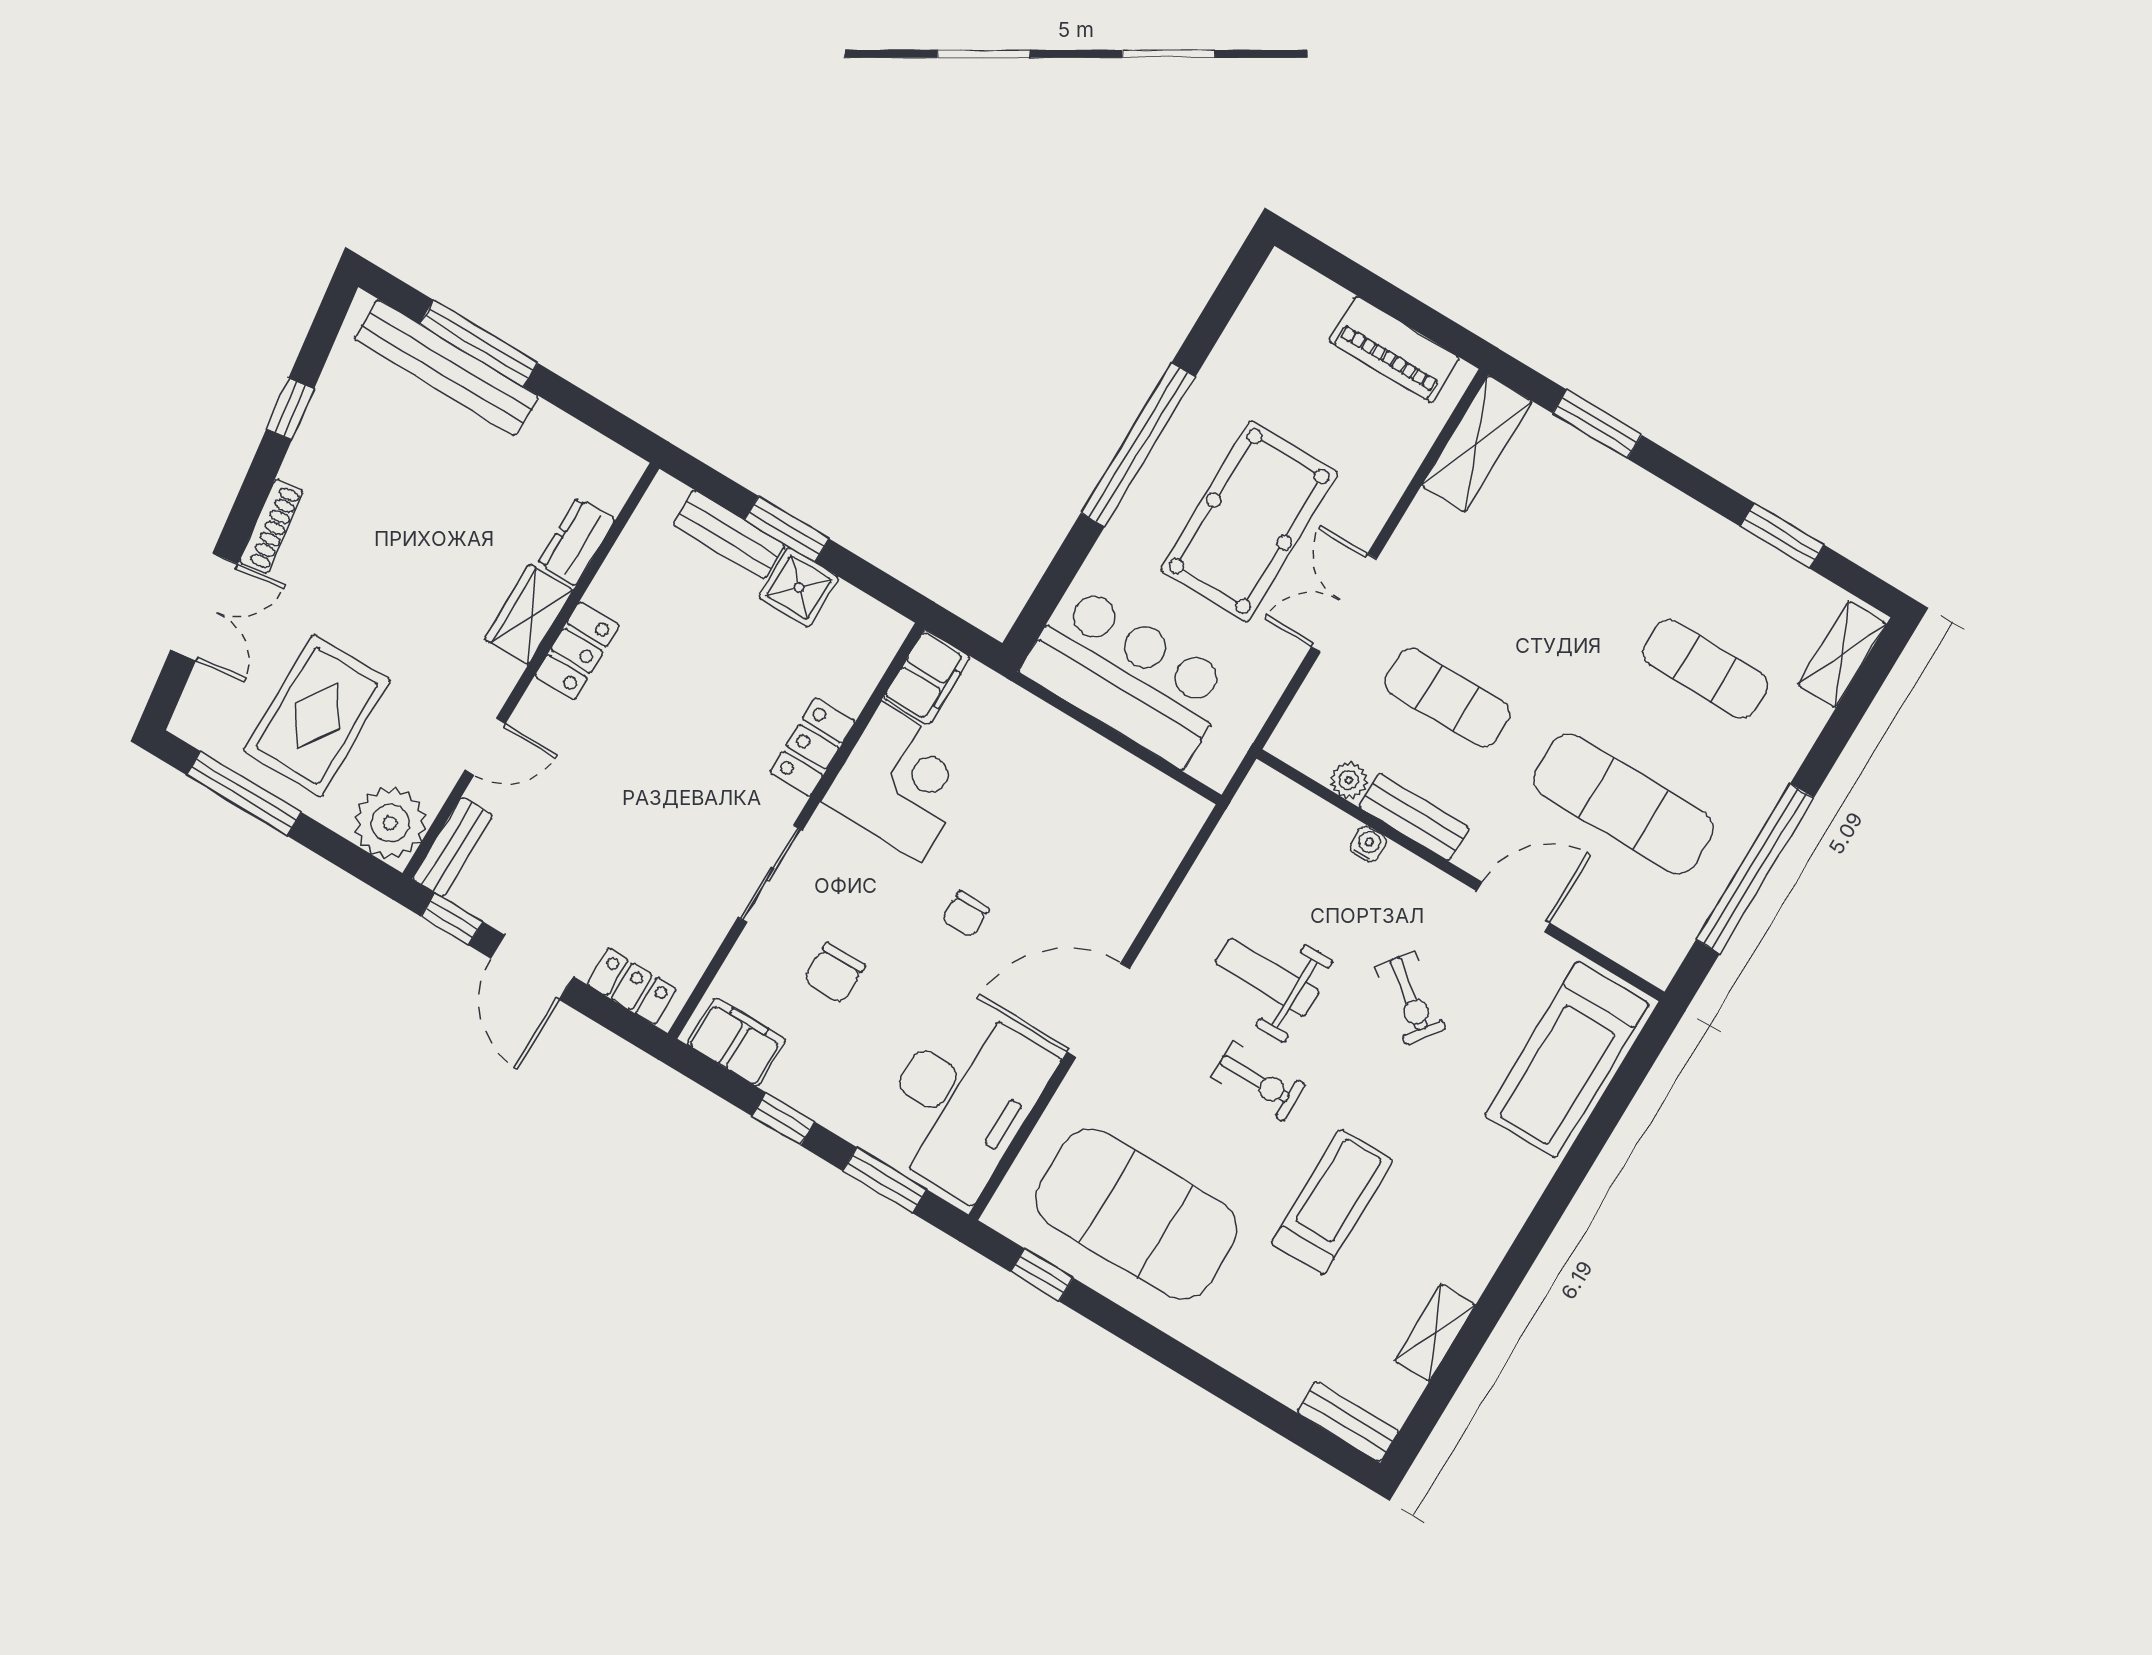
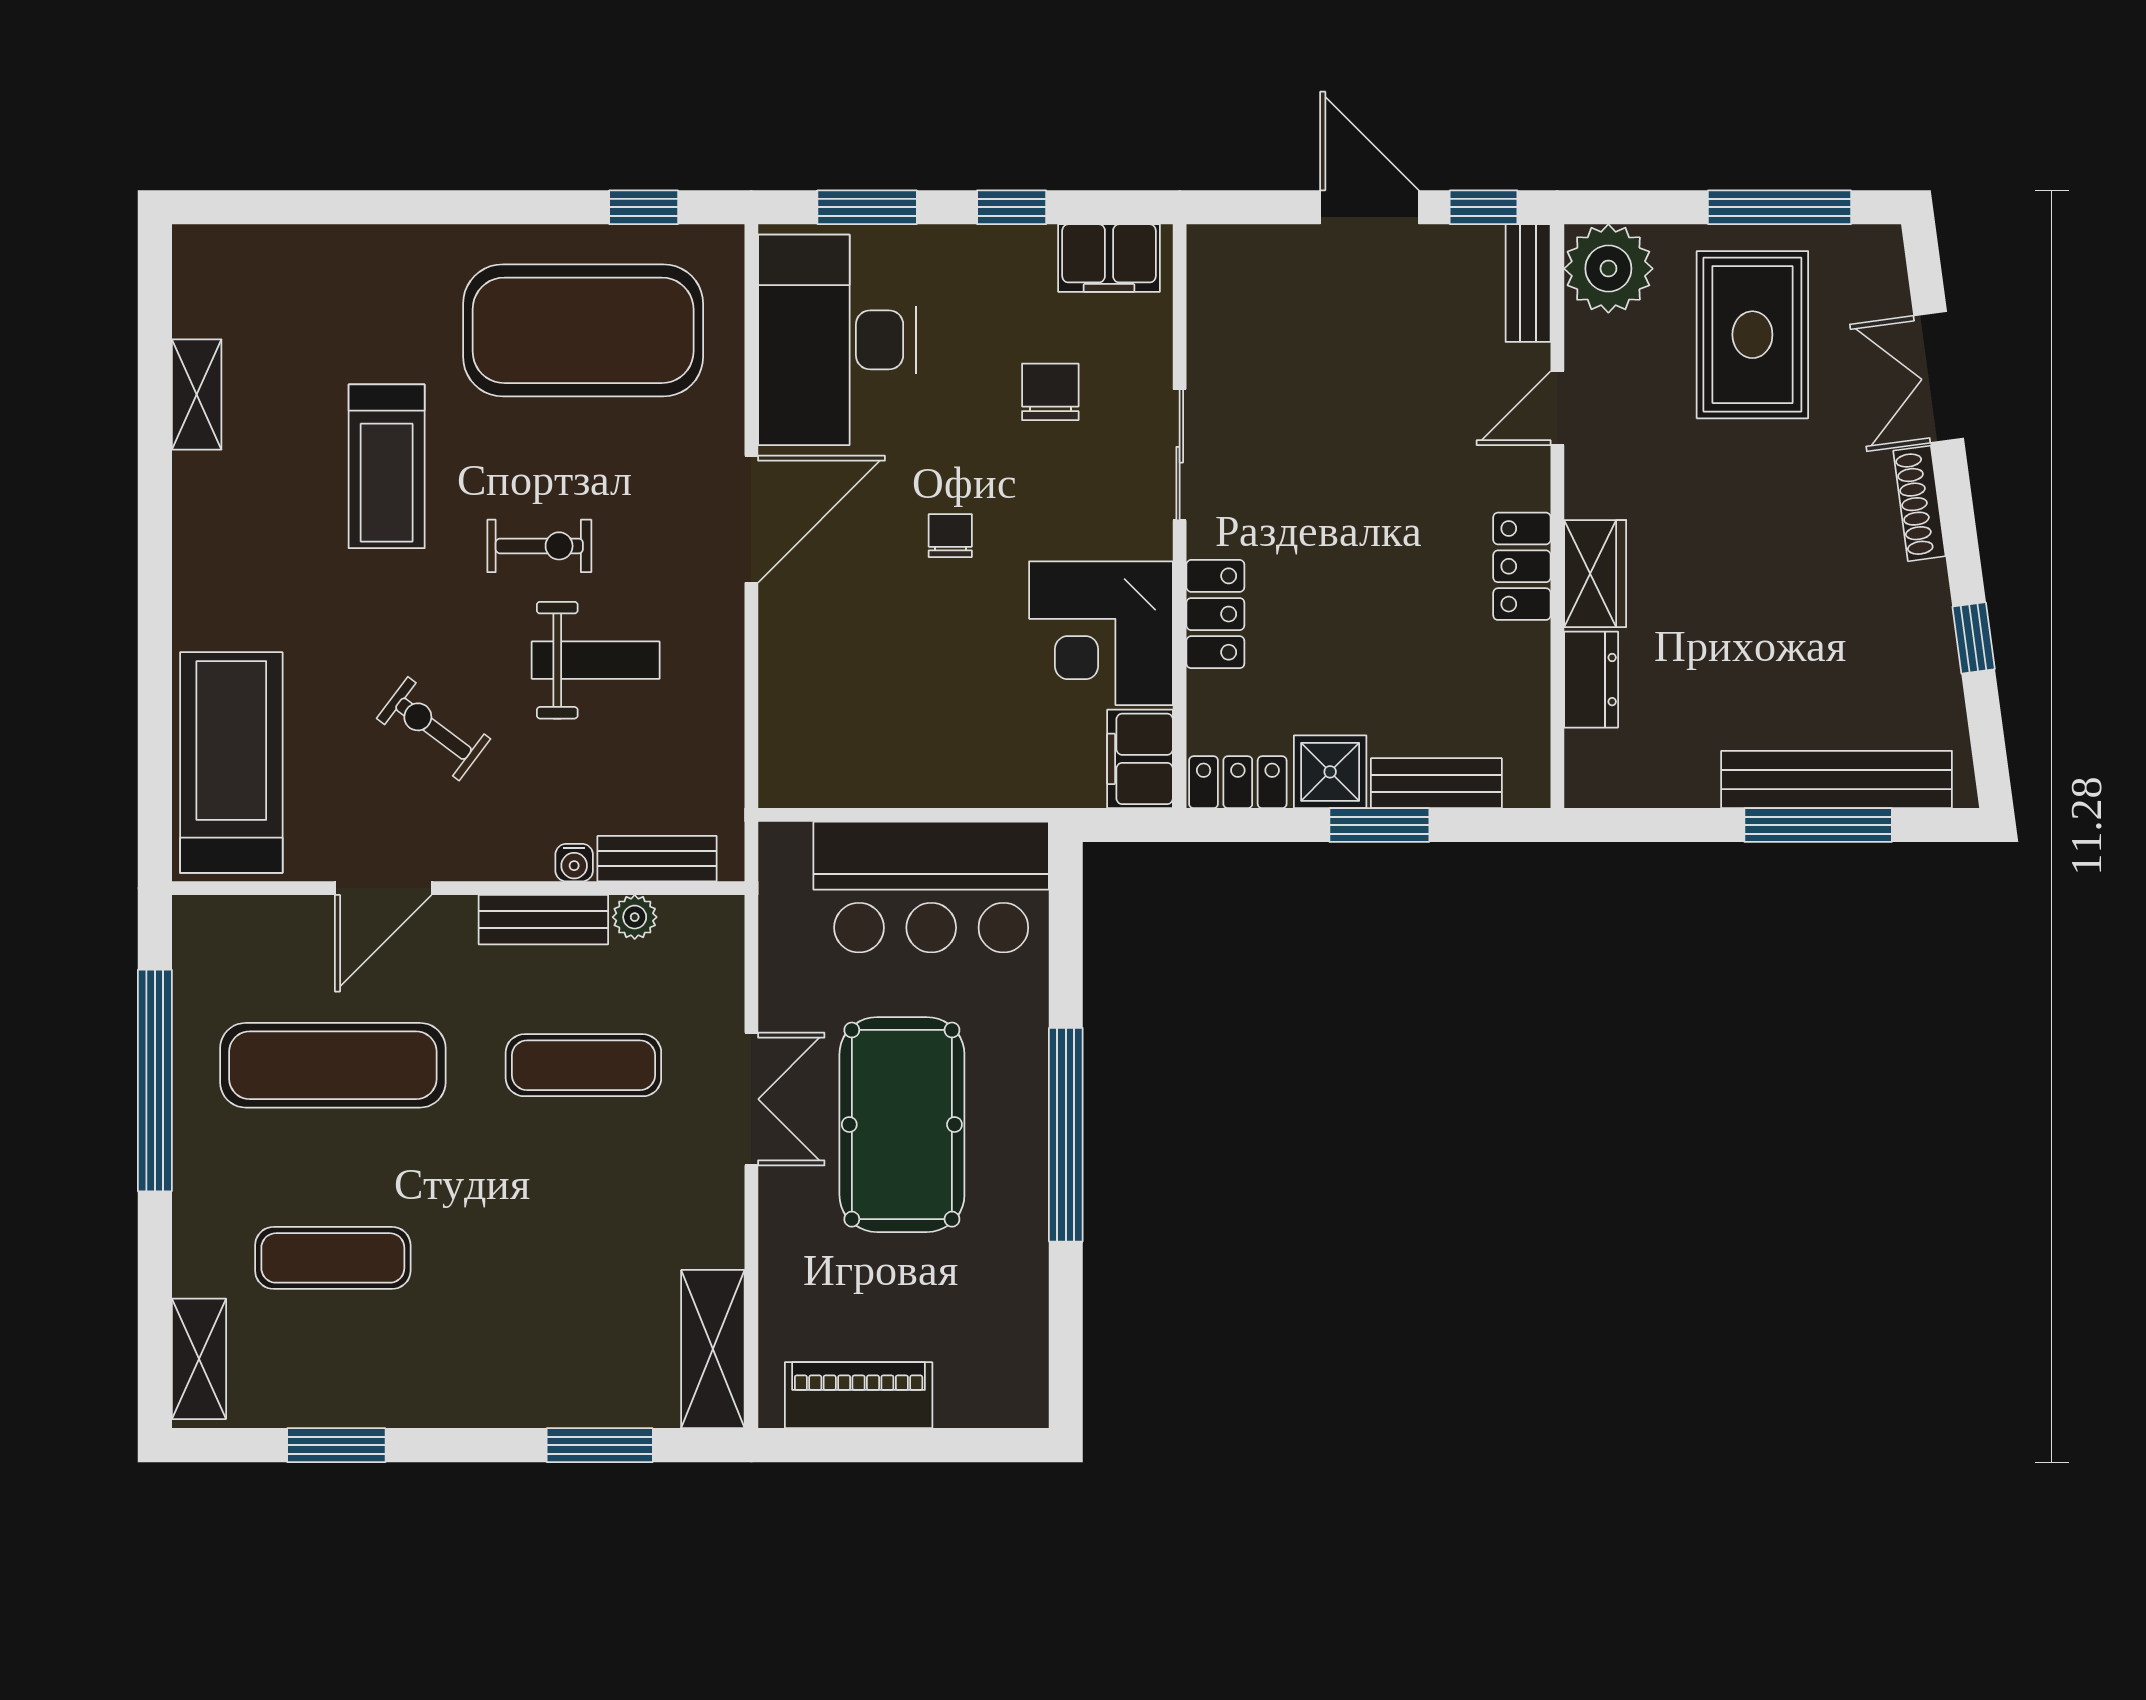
locker: (632, 987) -> (1238, 782), moved, turned 180
exercise bike: (1258, 1081) -> (539, 546), turned 180
bench: (1348, 1422) -> (657, 859), moved

